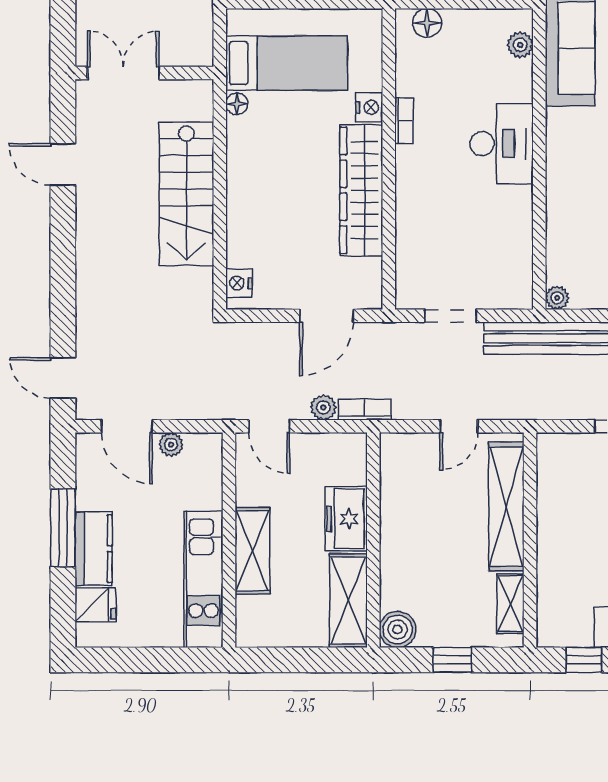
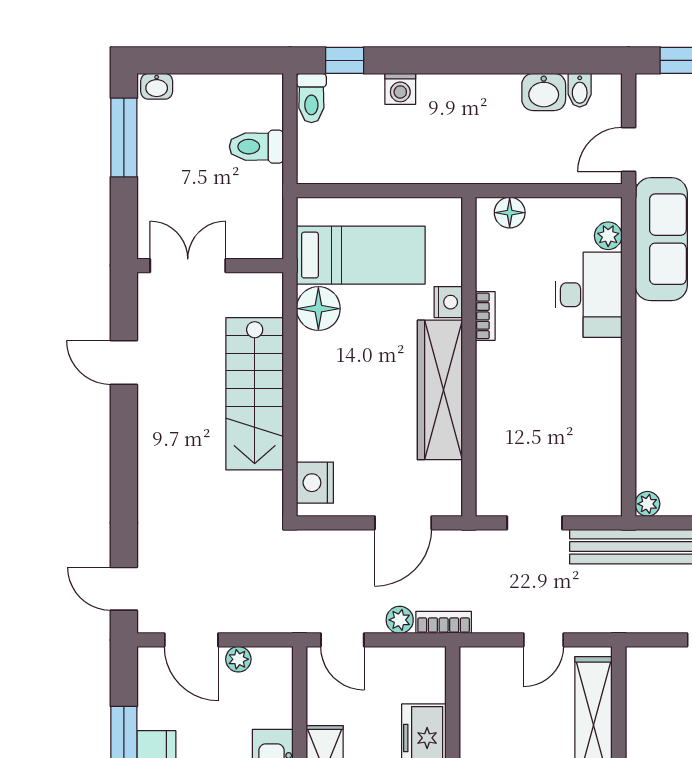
floor lamp: (237, 104) -> (318, 309), width x1.89, depth x1.89
desk: (502, 144) -> (589, 295), moved
nightstand: (239, 283) -> (315, 483), width x1.36, depth x1.33

